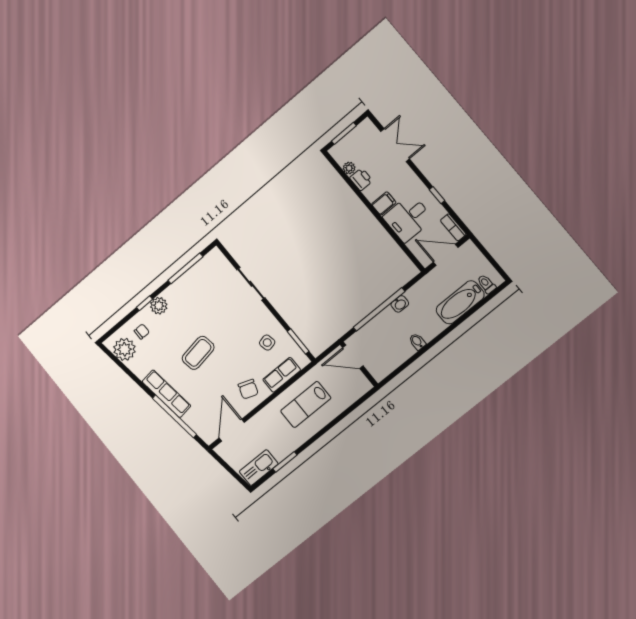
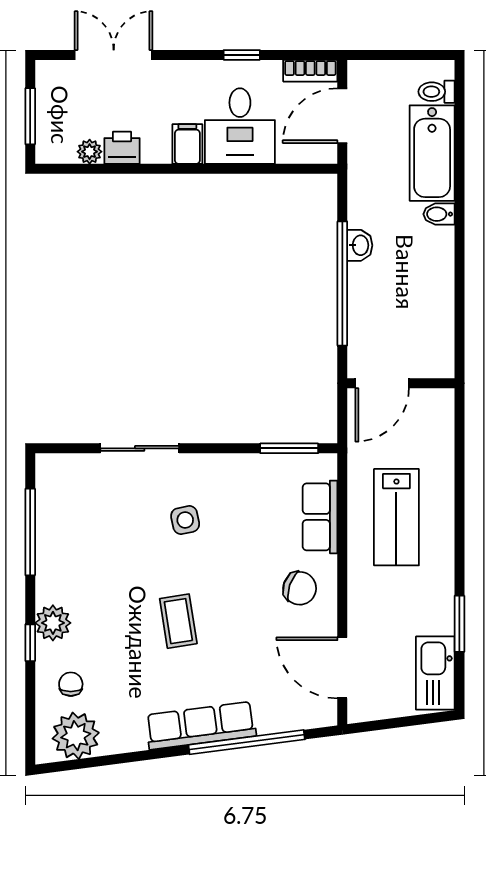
bidet: (417, 342) -> (439, 214), moved
side table: (267, 343) -> (185, 520), moved
coffee table: (198, 353) -> (178, 621), width x0.73, depth x0.77

